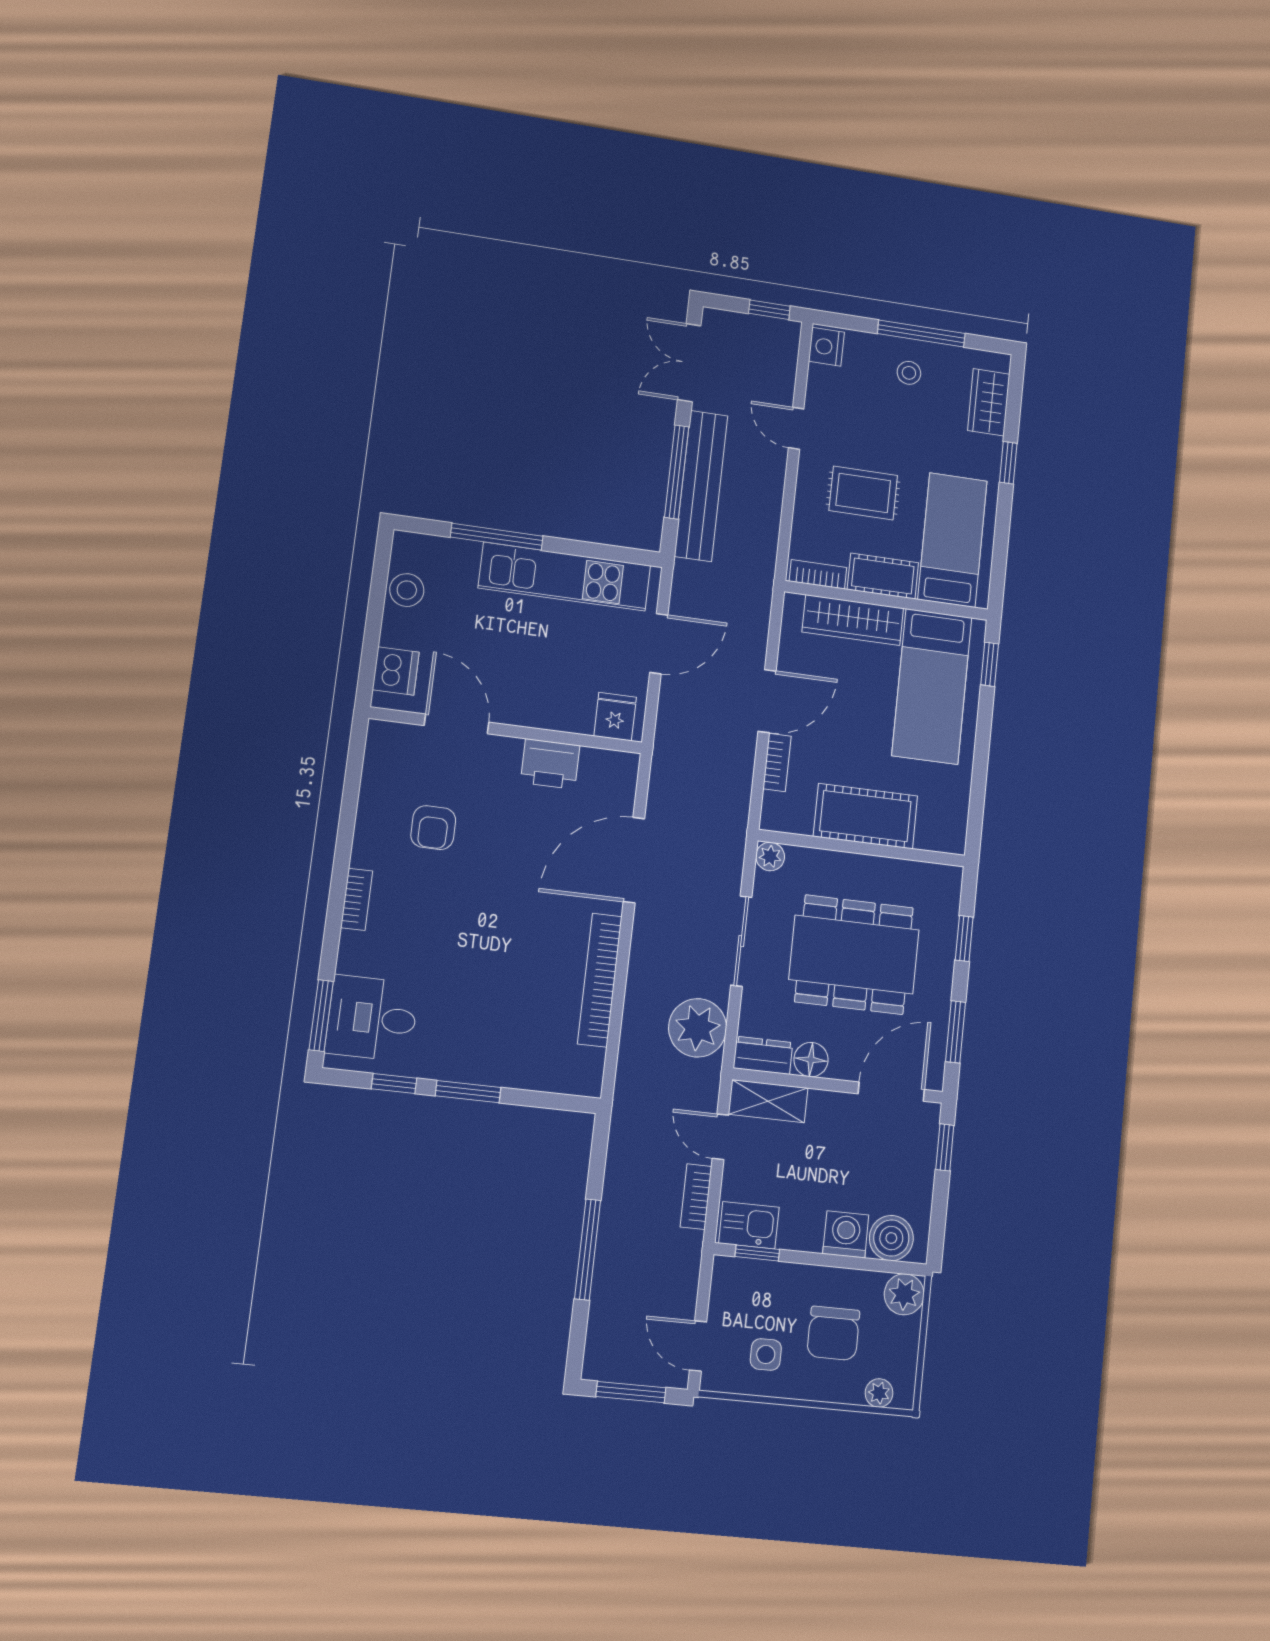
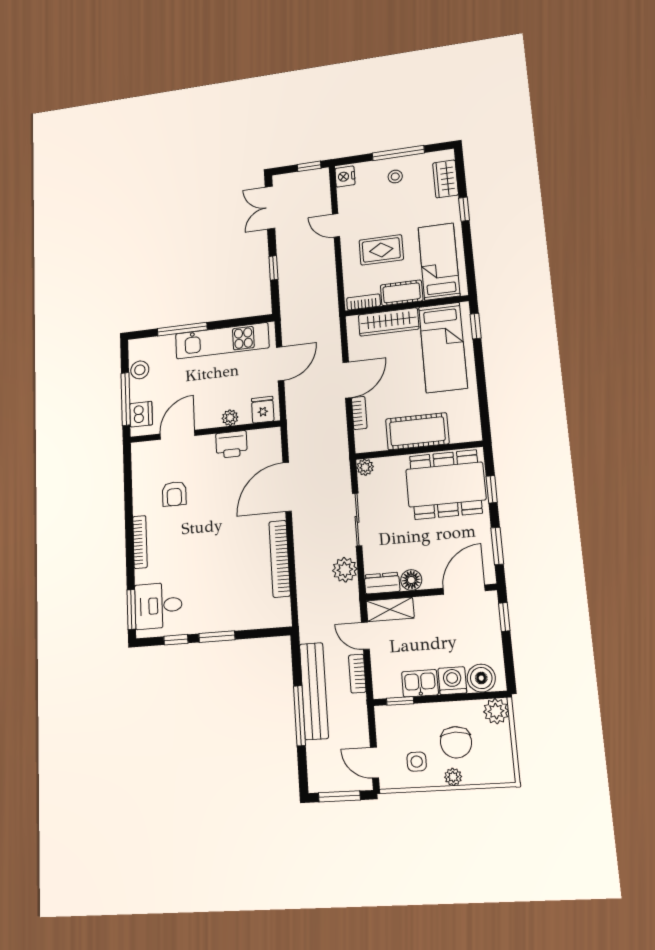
window: (677, 472) -> (273, 268), width x0.46
bench: (701, 486) -> (314, 691), moved
window: (372, 636) -> (126, 399), added
plant: (556, 717) -> (230, 418), added
door: (457, 724) -> (177, 435), hinge flipped
bookcase: (357, 899) -> (140, 542), width x1.56
dining table: (854, 955) -> (446, 485), moved
plant: (698, 1028) -> (345, 570), width x0.73, depth x0.73
kitchen sink: (749, 1225) -> (420, 683), moved
plant: (879, 1393) -> (453, 777), moved

